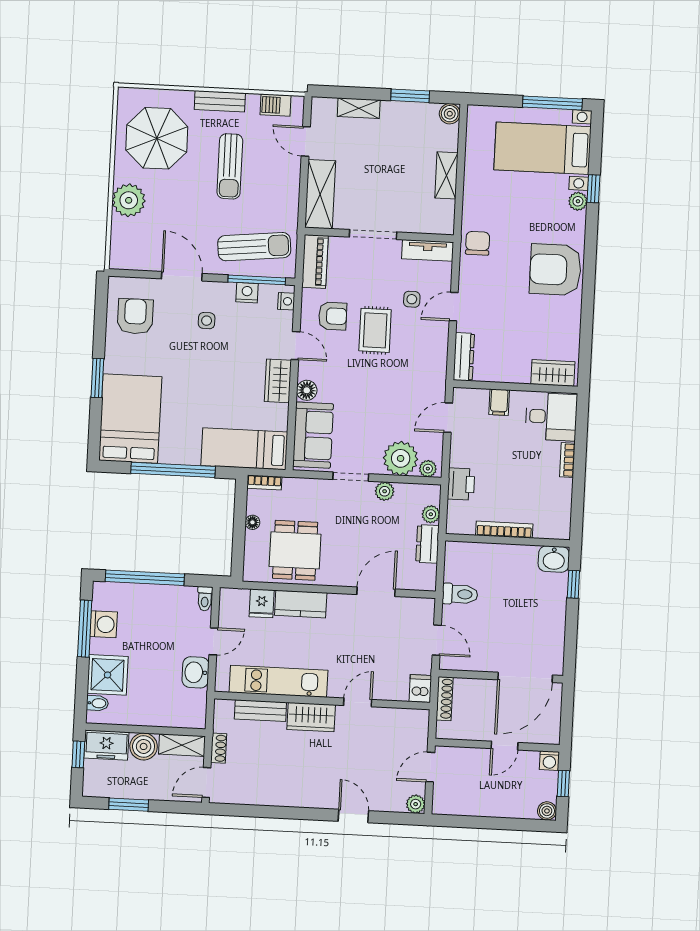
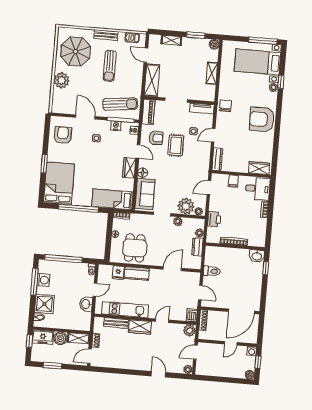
plant: (417, 721) -> (190, 331), added

